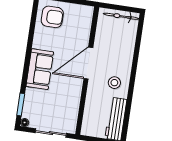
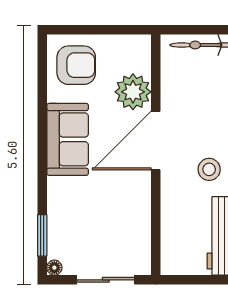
plant: (80, 35) -> (133, 92), added
sofa: (40, 69) -> (68, 139), moved

